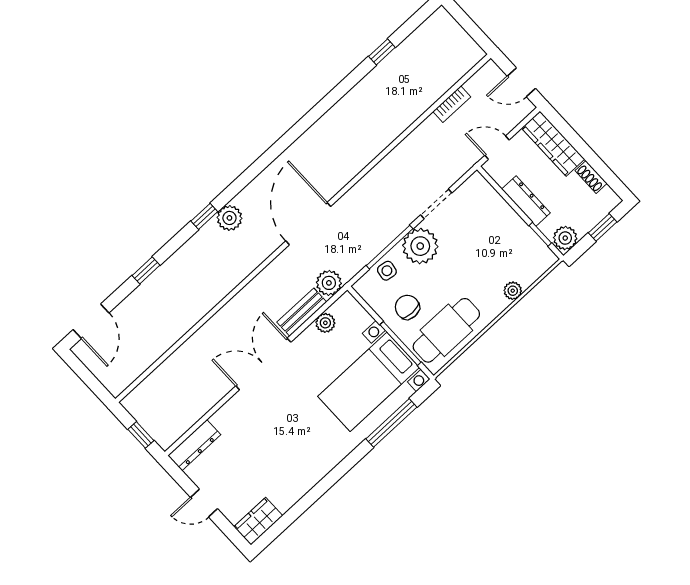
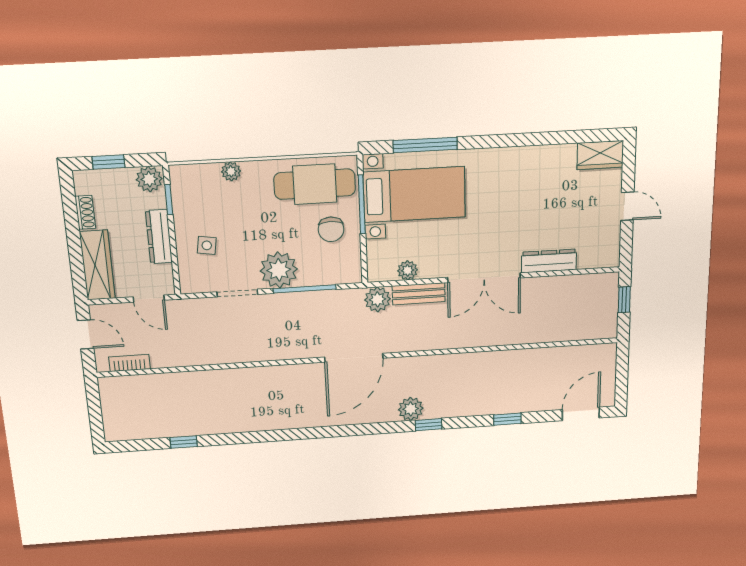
bookcase: (452, 104) -> (129, 363), moved
side table: (387, 271) -> (207, 245), moved
dresser: (194, 445) -> (549, 261), moved

